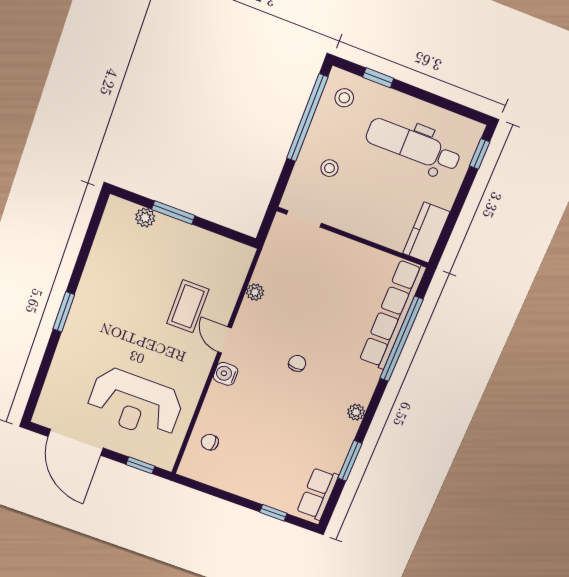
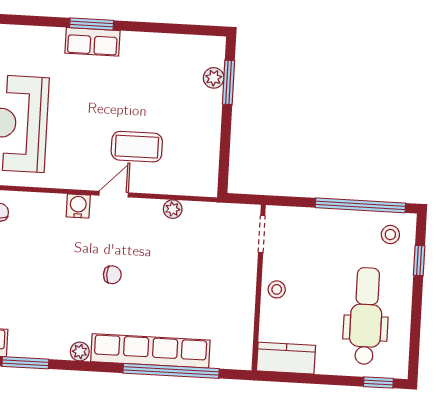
stool: (329, 168) -> (277, 289), moved
window: (173, 213) -> (229, 82), moved
row of seats: (392, 314) -> (150, 351), moved
row of seats: (80, 316) -> (92, 42), added

